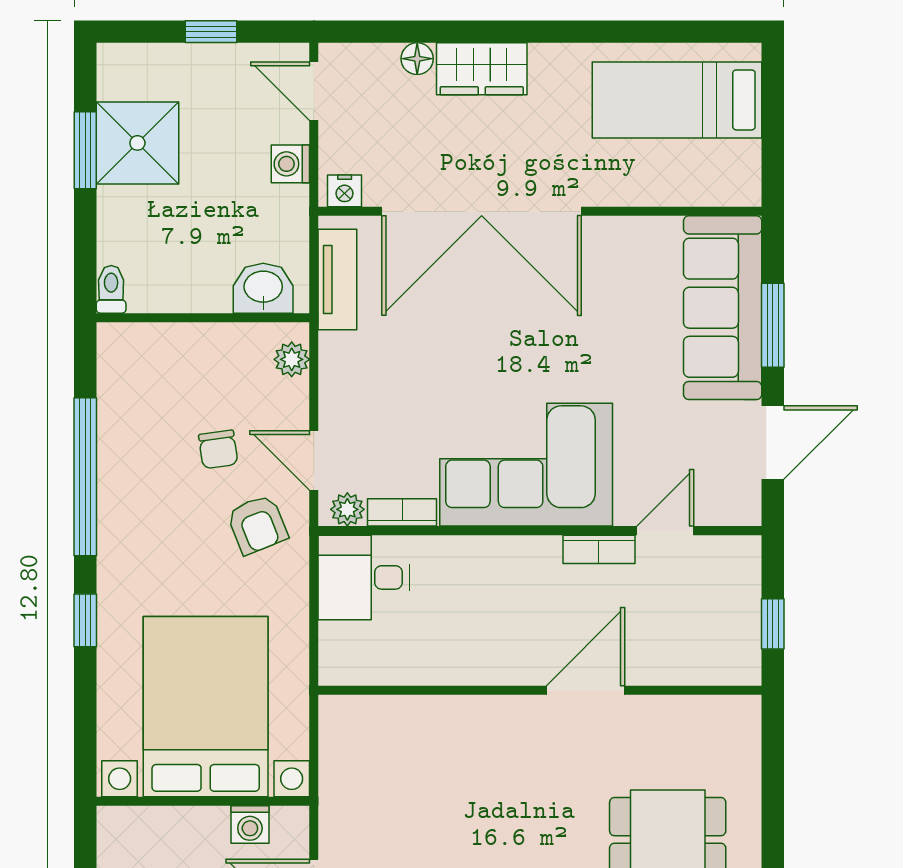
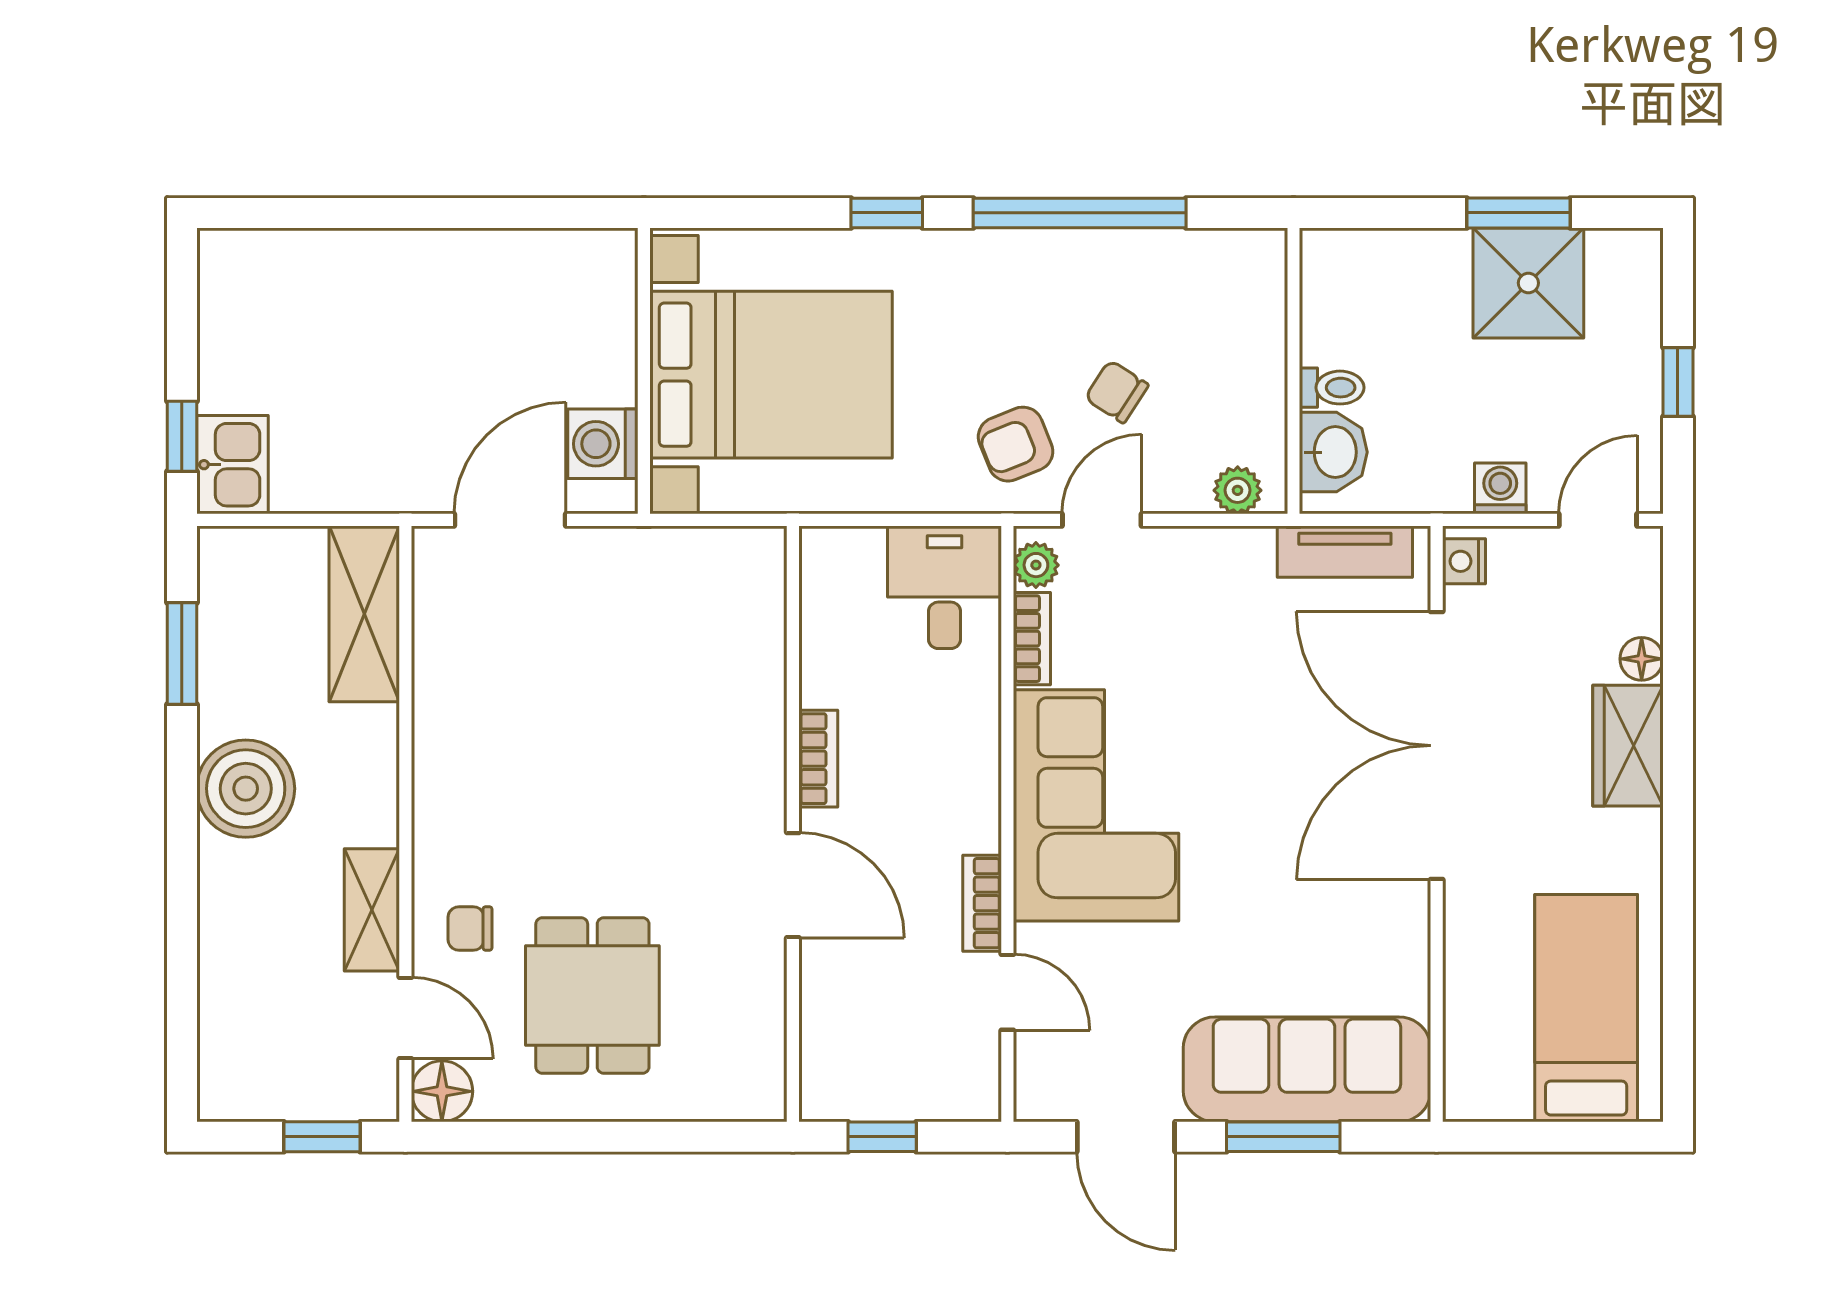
toilet: (111, 289) -> (1332, 388), moved
chair: (218, 449) -> (1117, 392), turned 41
bookcase: (491, 671) -> (818, 759), added
washing machine: (250, 825) -> (603, 444), width x1.38, depth x1.38

